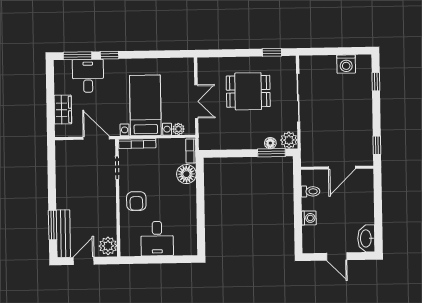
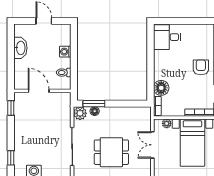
door: (342, 168) -> (39, 91), hinge flipped
washbasin: (366, 238) -> (20, 48), moved
desk: (157, 239) -> (167, 37), moved, turned -90

